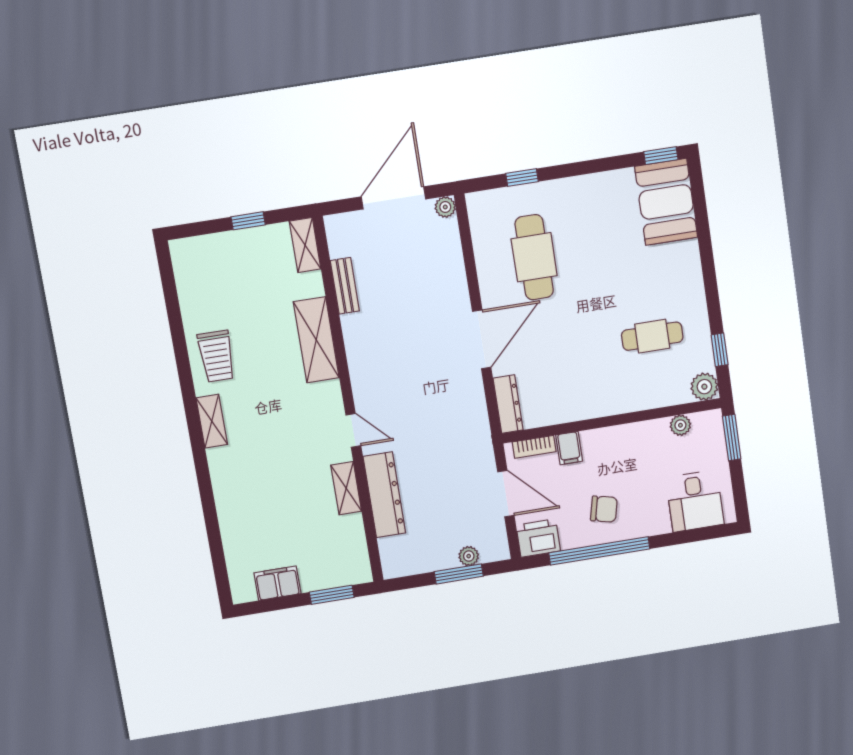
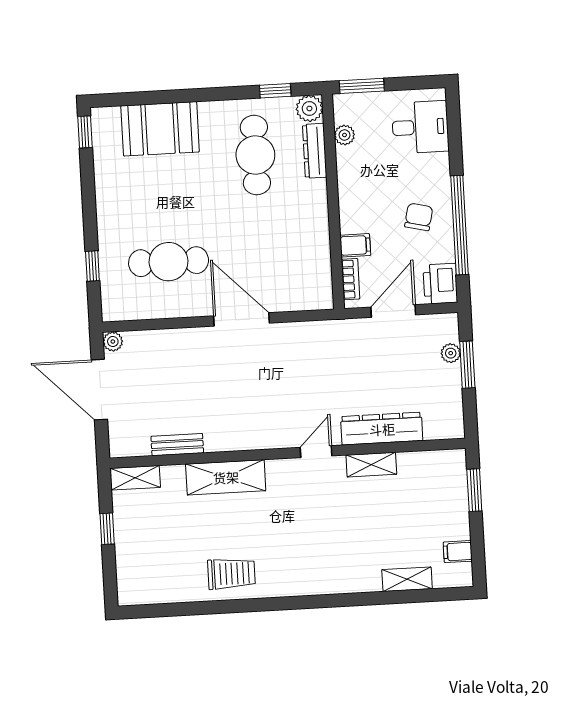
booth: (666, 202) -> (160, 129), moved
cafe table: (652, 336) -> (255, 155), width x1.37, depth x1.35
dresser: (508, 404) -> (315, 151), moved, turned -90
shelving: (212, 421) -> (407, 579), moved
filing cabinet: (277, 583) -> (458, 552), width x0.50

